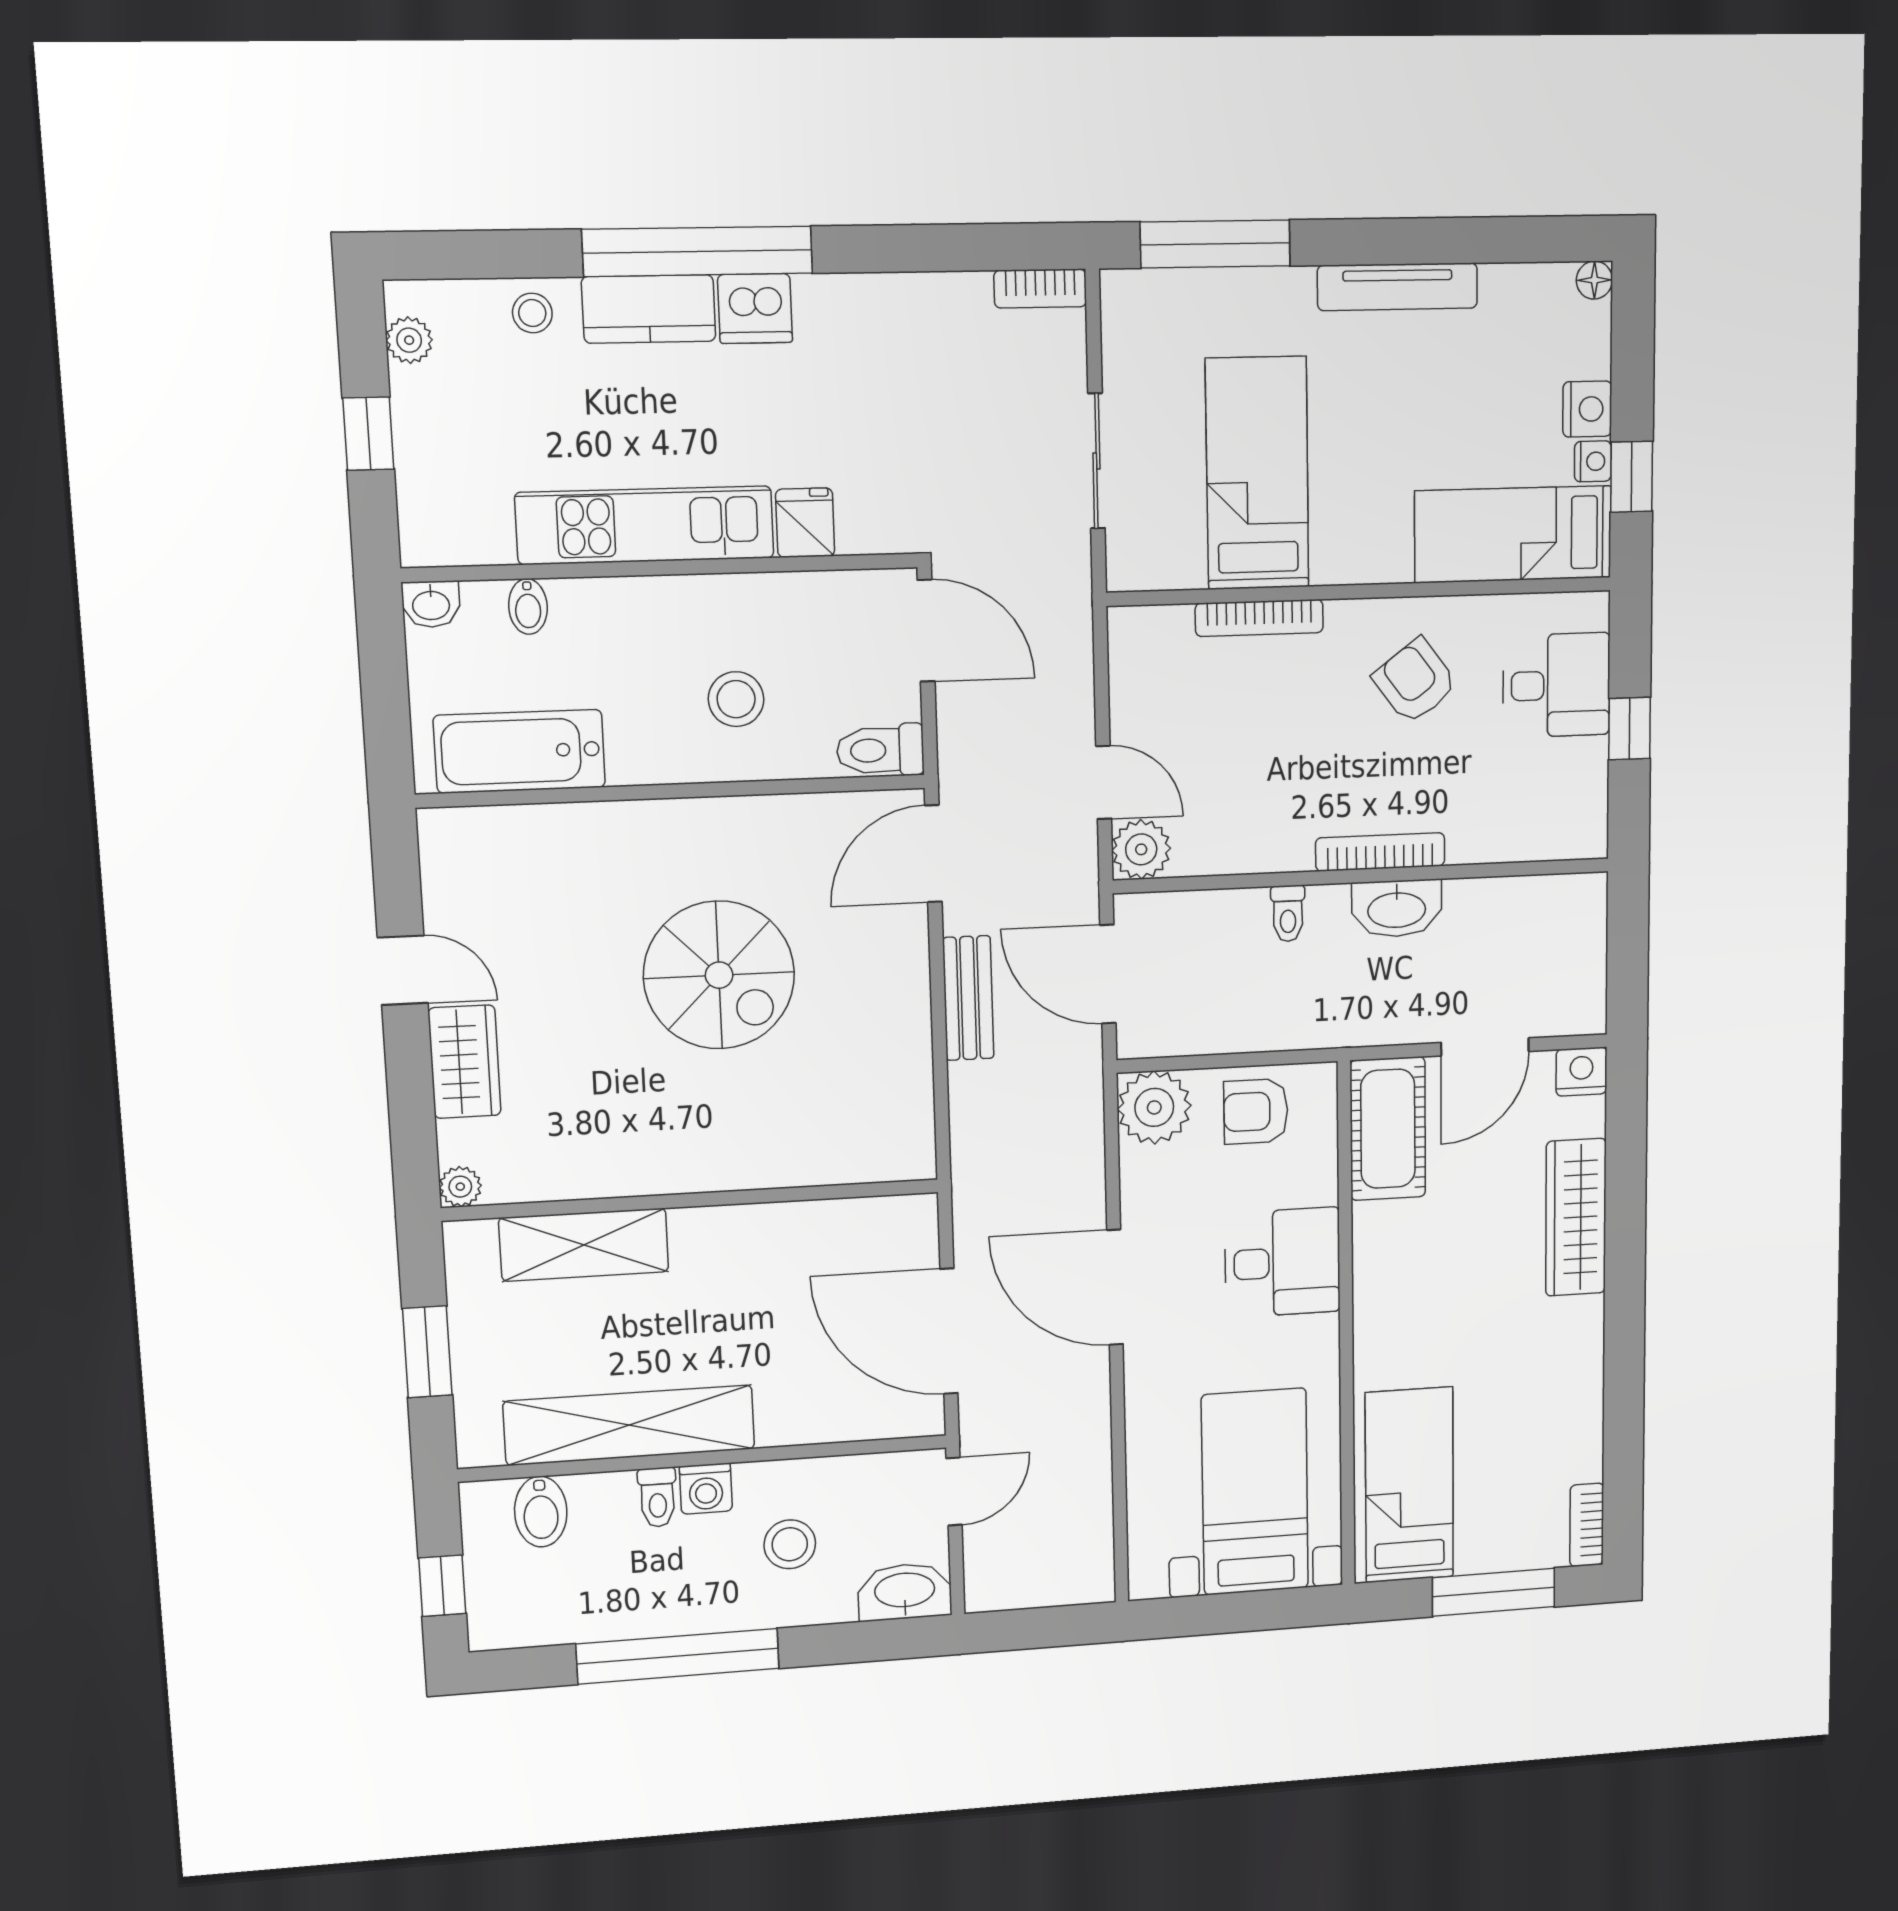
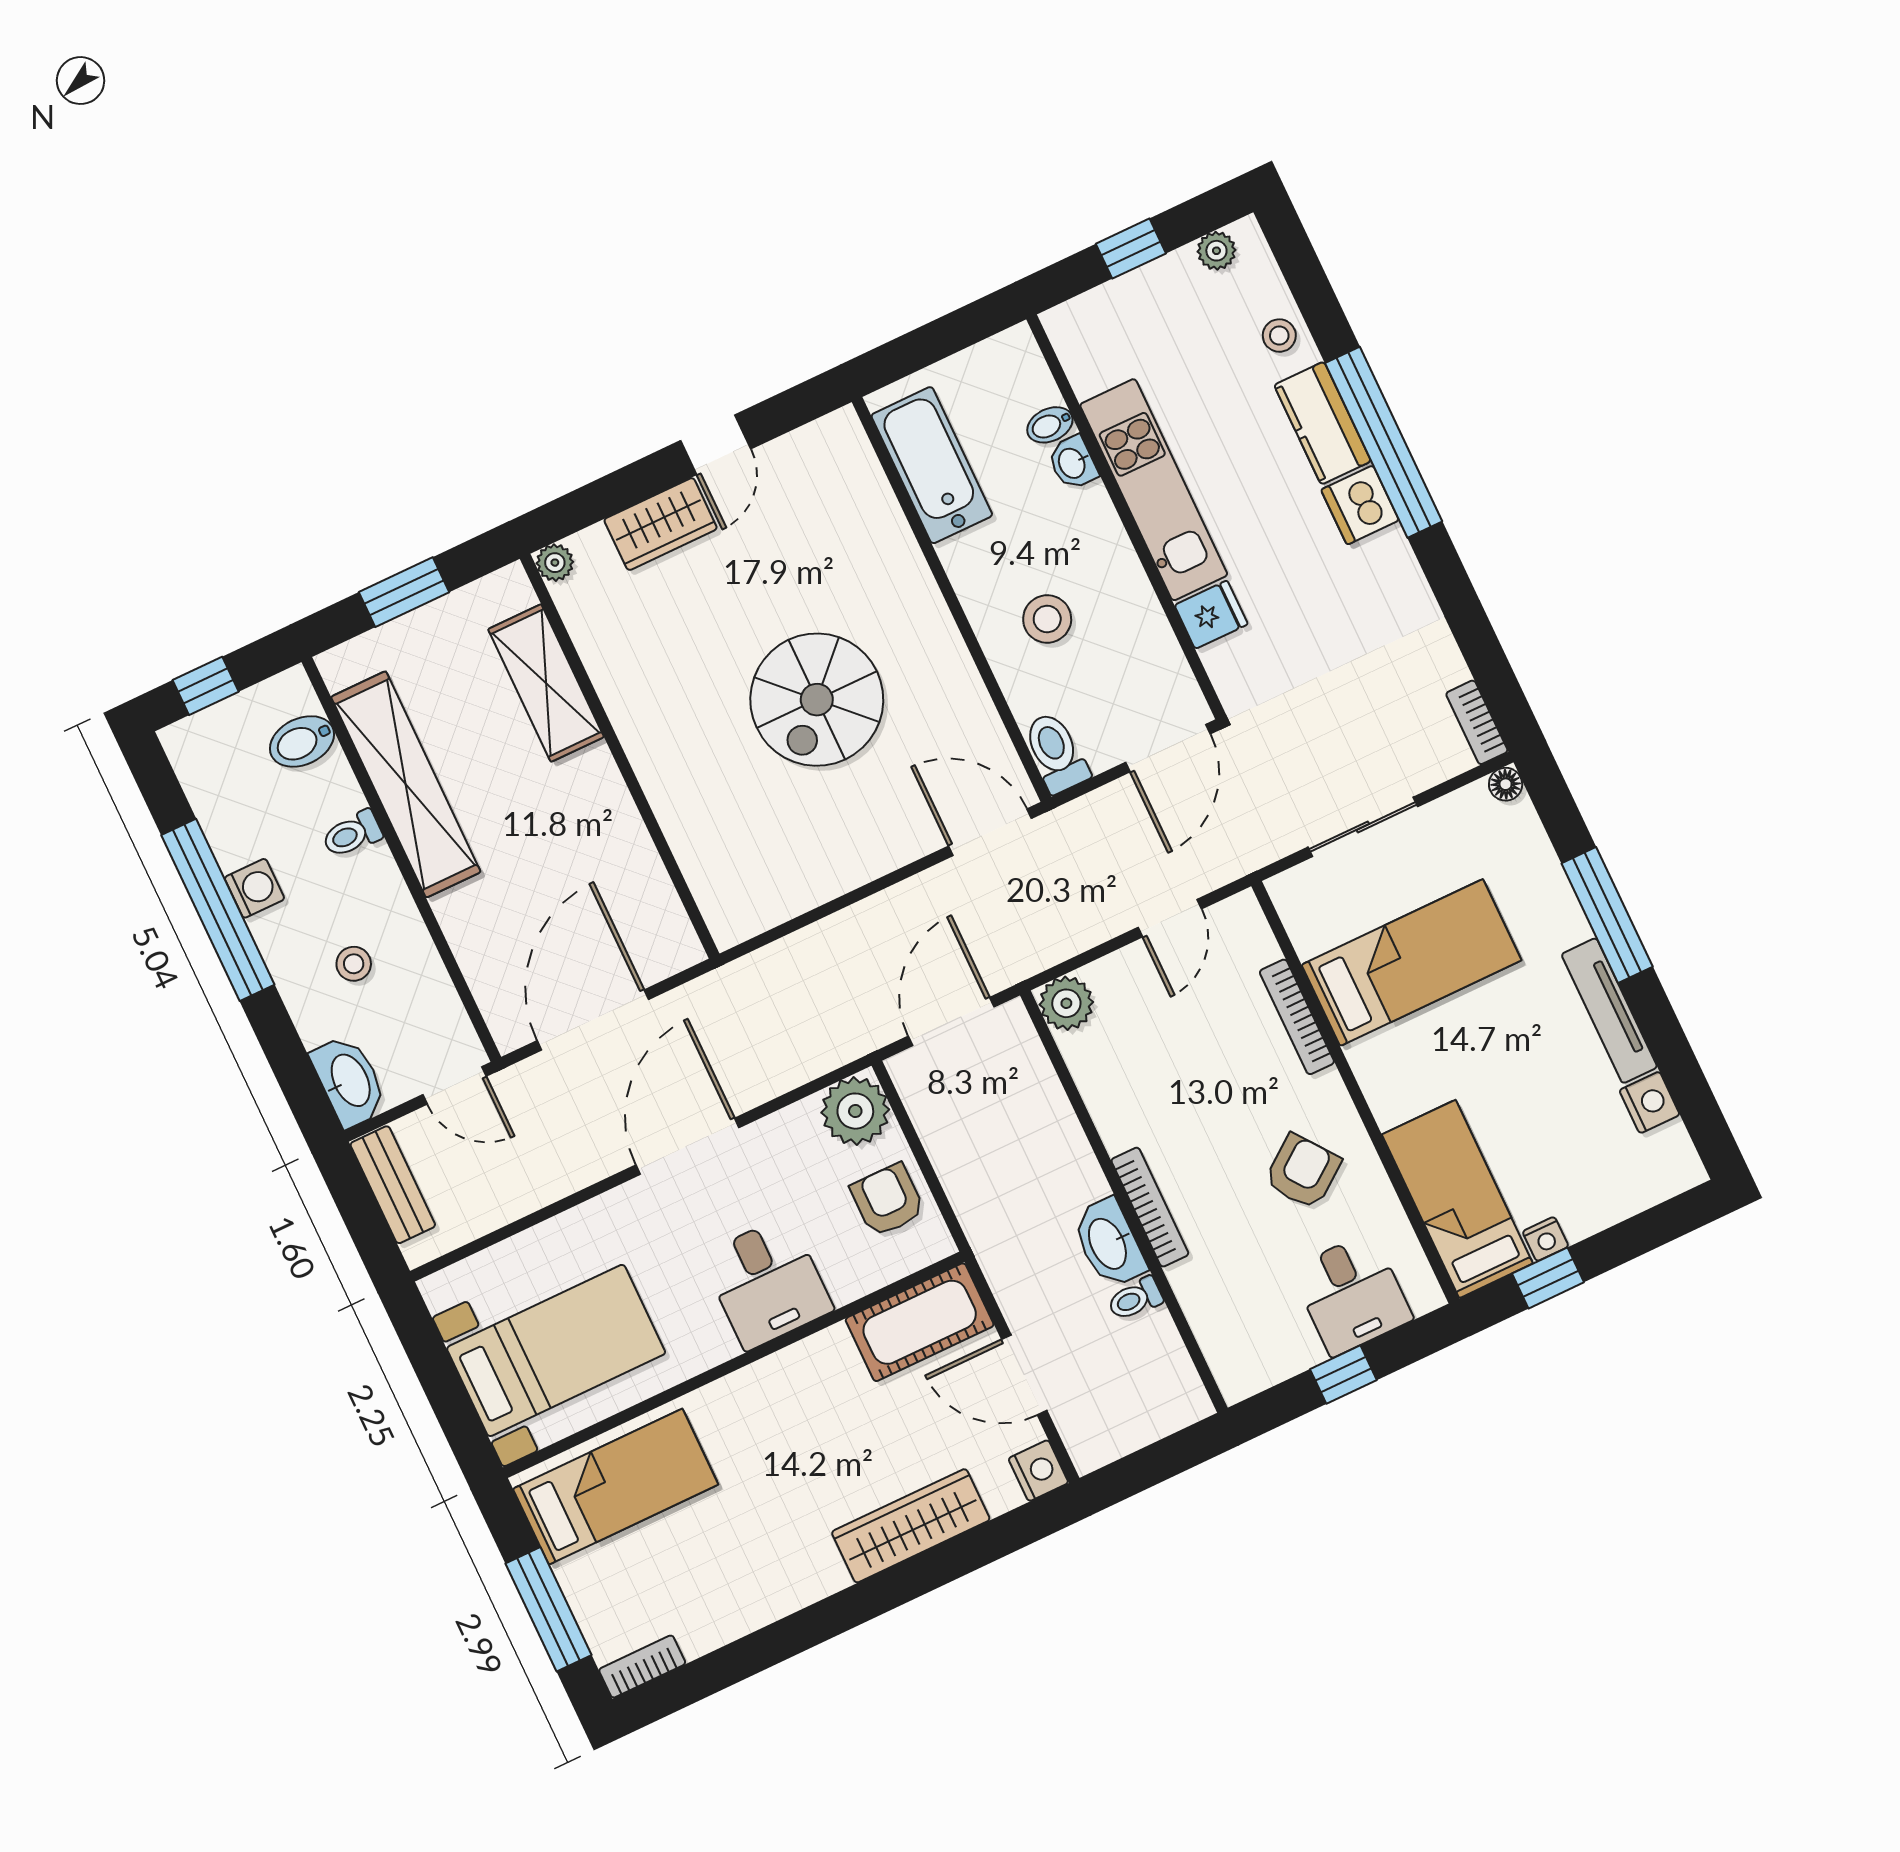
window: (1215, 244) -> (1607, 915), moved
floor lamp: (1594, 280) -> (1506, 784), moved
nightstand: (1587, 409) -> (1650, 1102), moved, turned -90
washbasin: (431, 604) -> (1073, 463), moved
door: (1104, 782) -> (1170, 918), moved
toilet: (1288, 914) -> (1135, 1299), moved
bench: (968, 998) -> (393, 1185), moved, turned 90
washing machine: (706, 1489) -> (254, 888), moved, turned 180
stool: (790, 1544) -> (354, 964), width x0.73, depth x0.73

